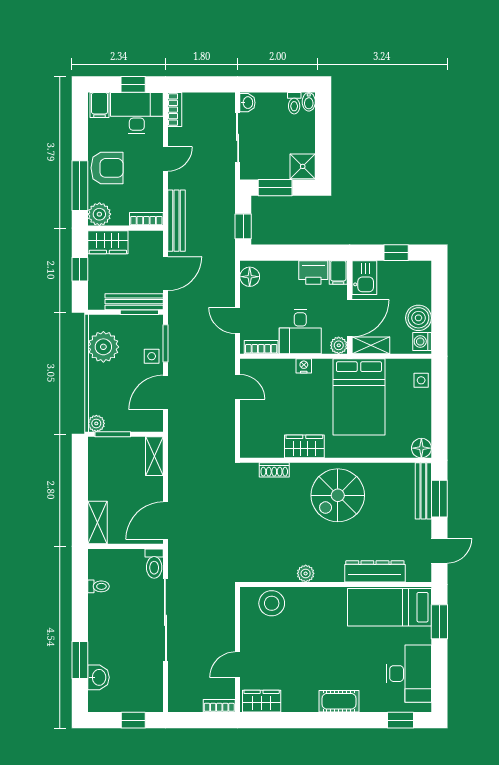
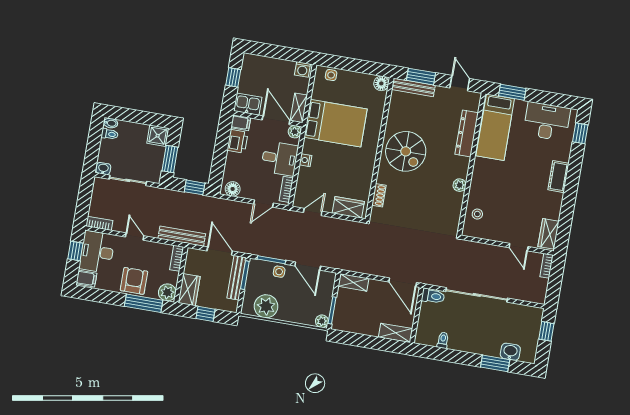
boiler: (418, 318) -> (284, 69), removed
wardrobe: (304, 446) -> (348, 207), moved, turned 90
stool: (272, 603) -> (477, 214), width x0.53, depth x0.53

